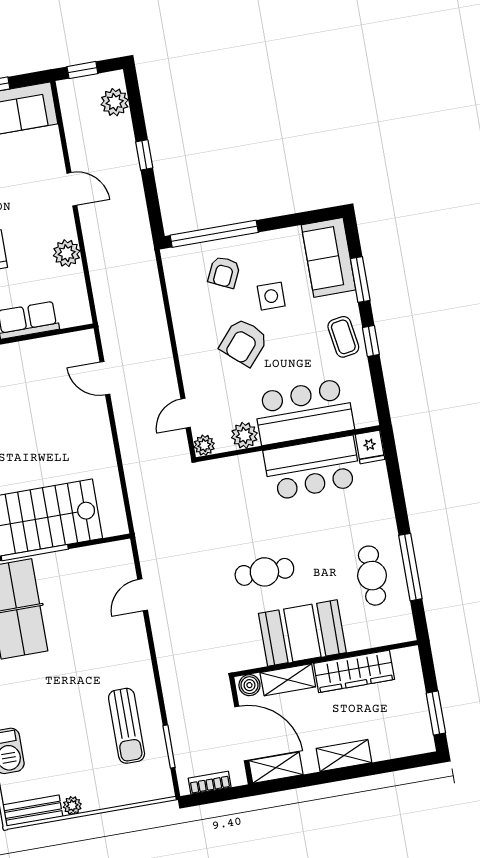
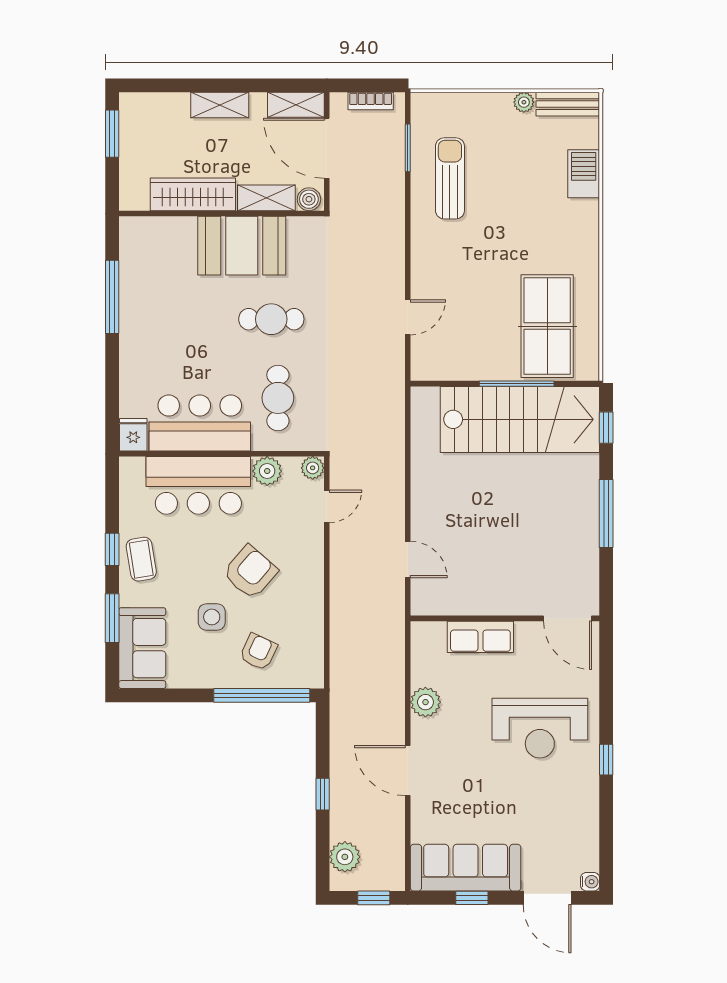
door: (72, 189) -> (408, 771), width x1.38
cafe table: (372, 576) -> (278, 398), moved

